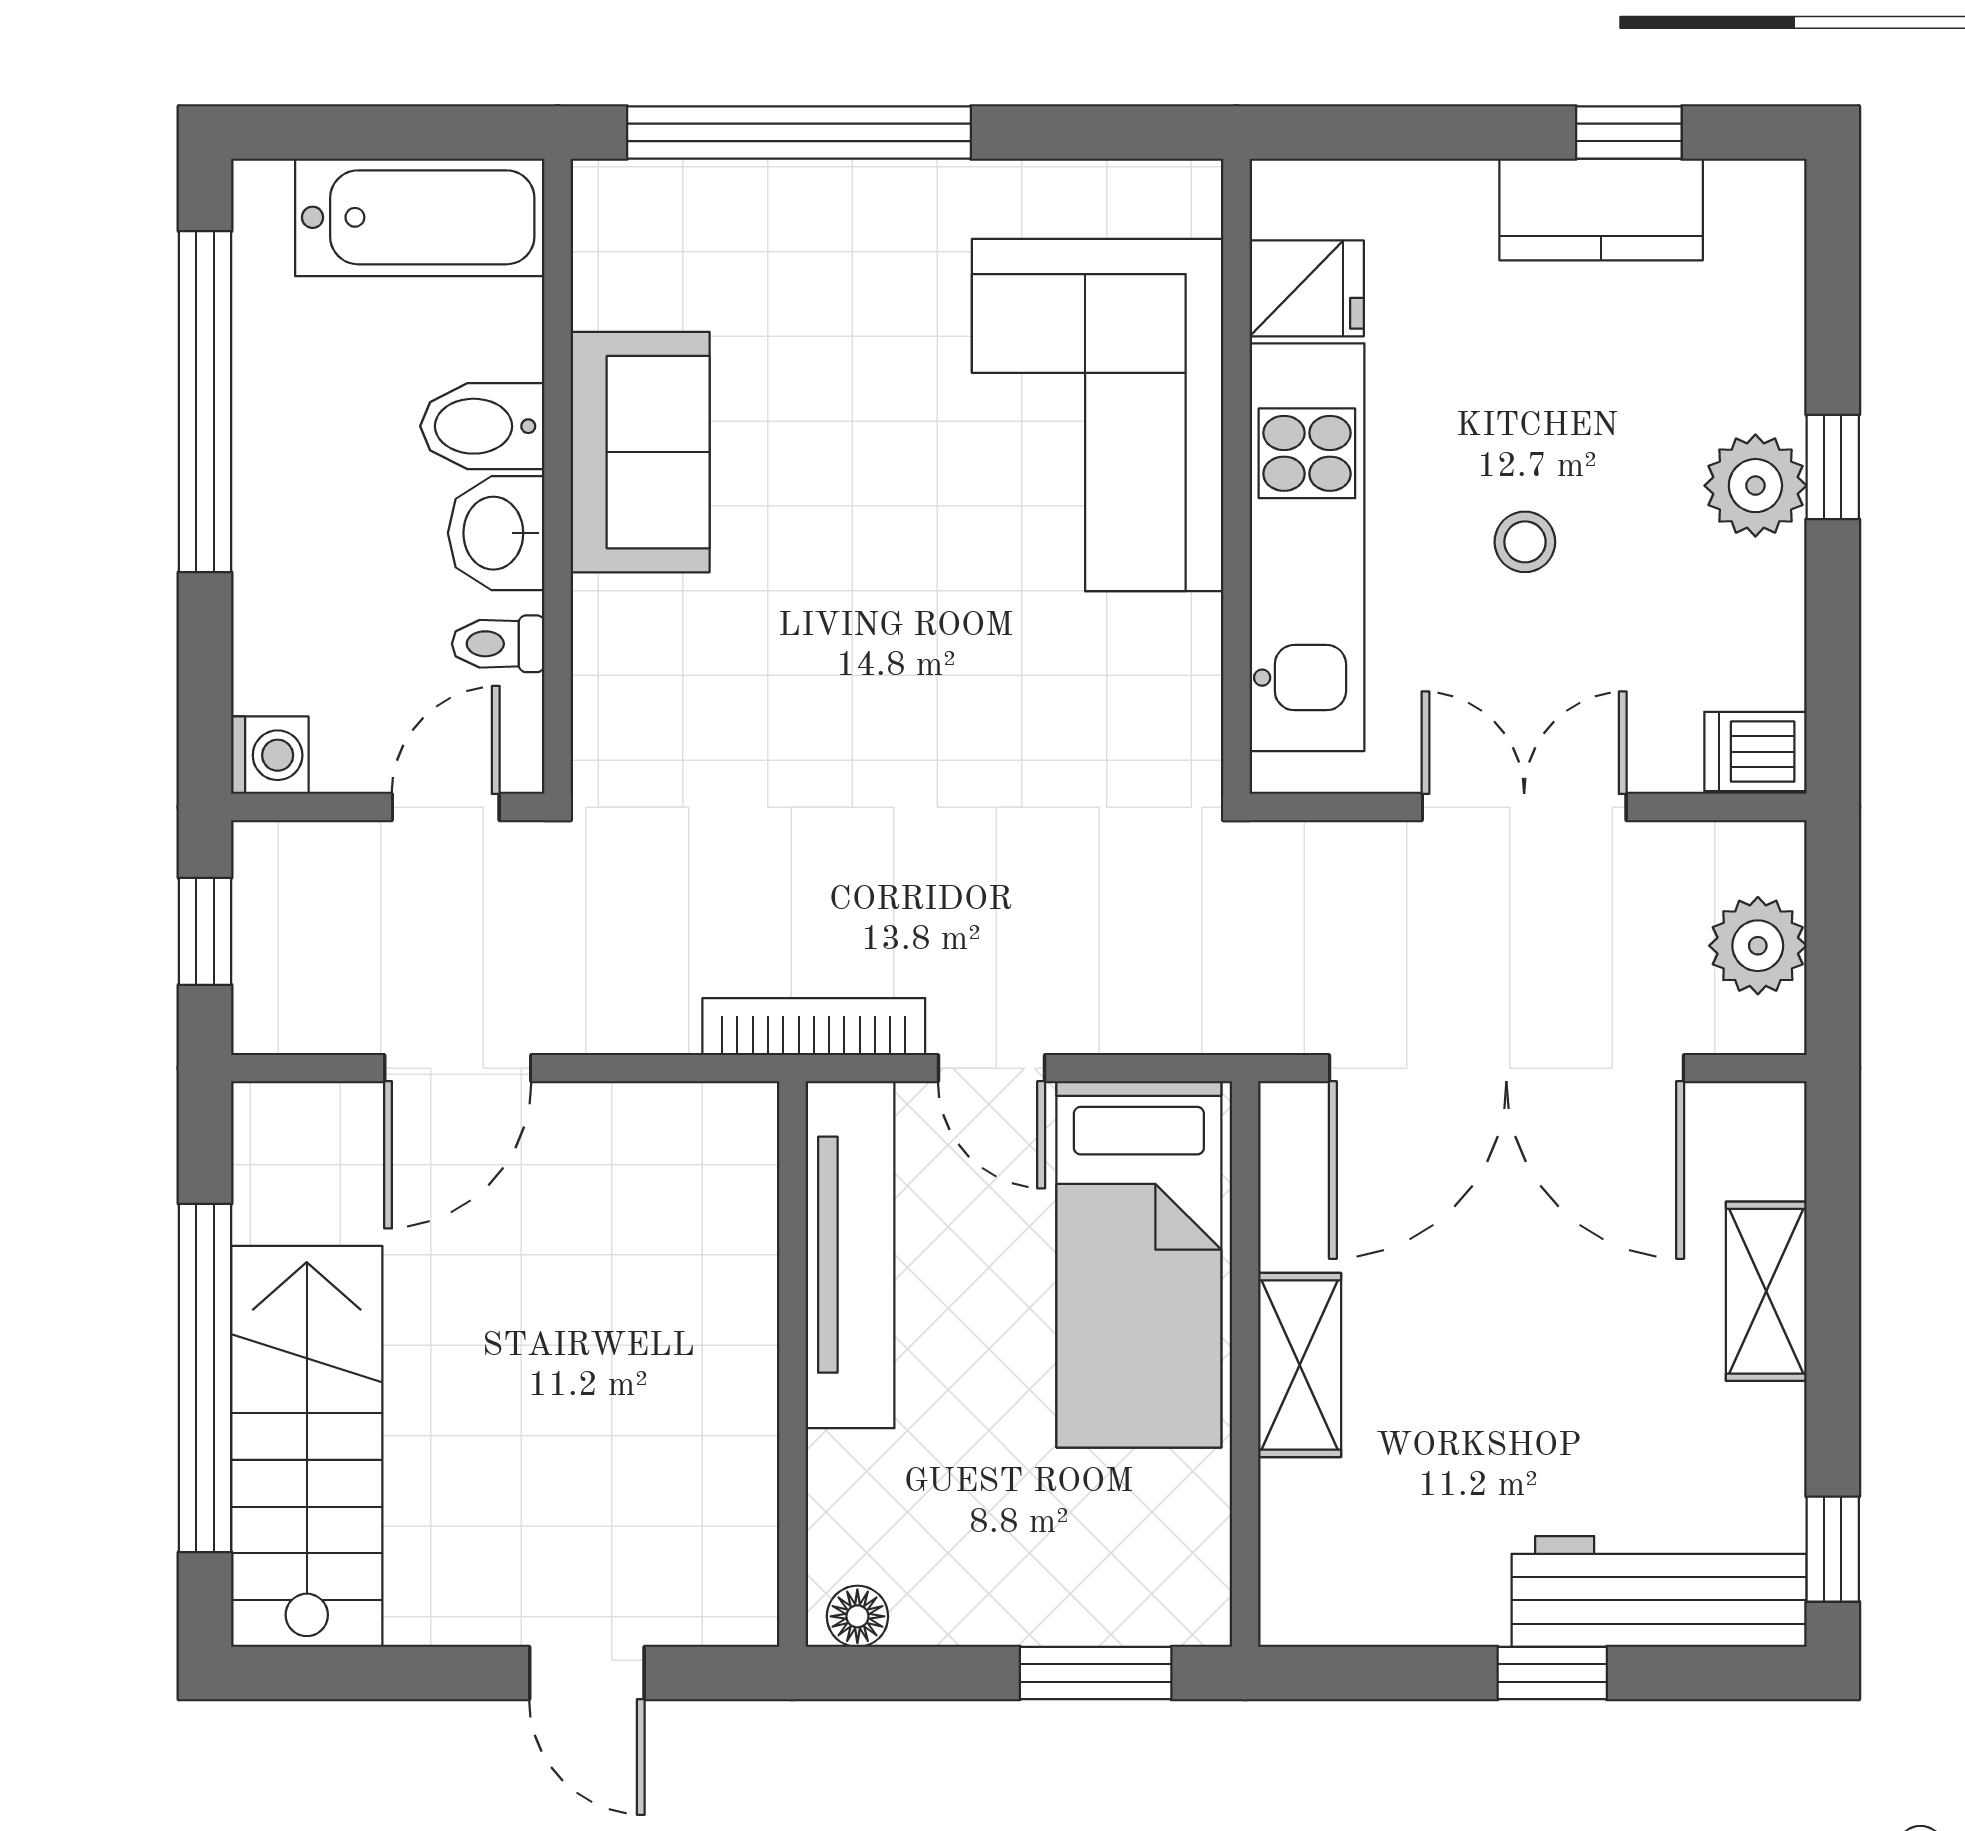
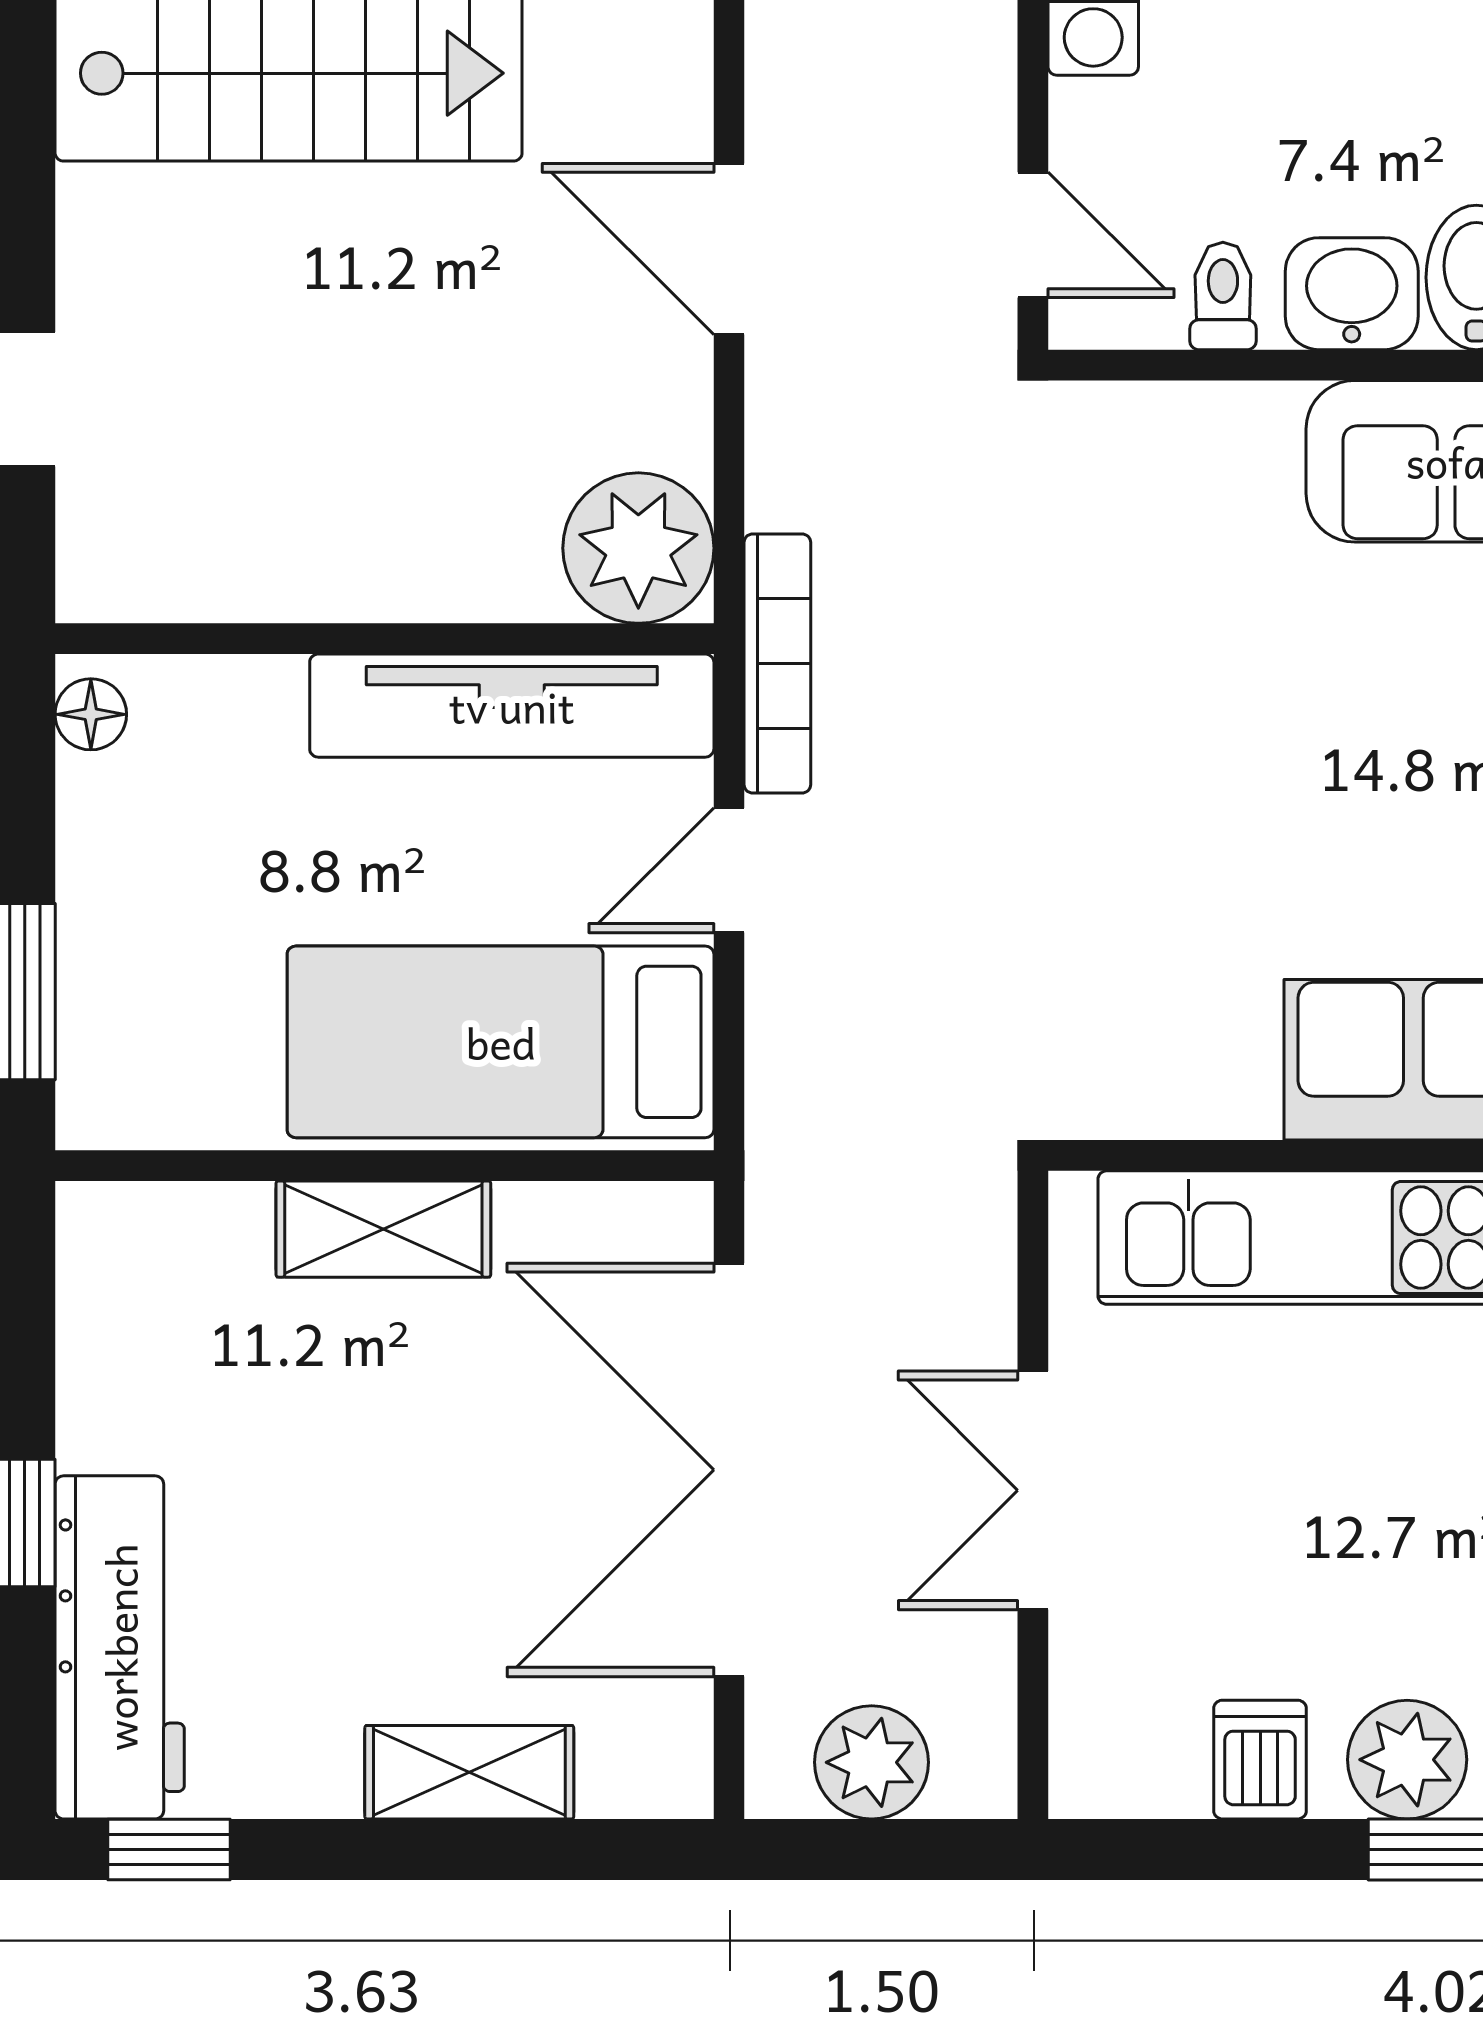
stool: (1525, 542) -> (1342, 1491), removed
dishwasher: (1755, 752) -> (1260, 1760), moved
double door: (1524, 807) -> (1033, 1490), swing flipped
plant: (715, 1146) -> (638, 548), added

